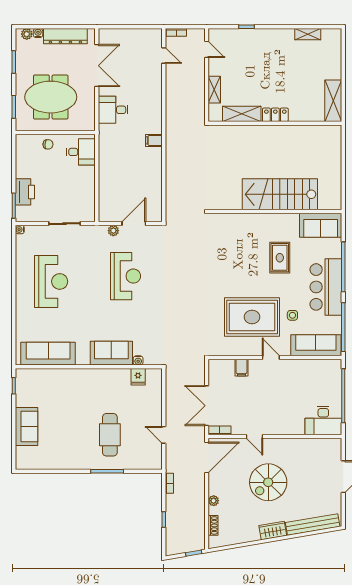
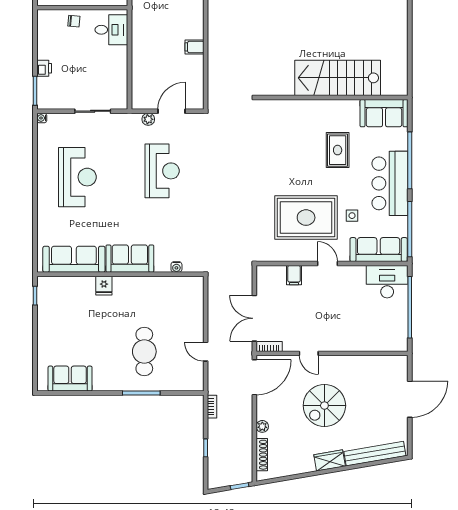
filing cabinet: (154, 140) -> (194, 47), moved
printer: (25, 192) -> (44, 68), width x0.53, depth x0.68
sofa: (111, 353) -> (130, 259), moved
fridge: (138, 377) -> (104, 286), moved
desk: (323, 421) -> (387, 282), moved, turned 180
sofa: (27, 426) -> (70, 379), moved, turned -90
shoe rack: (213, 525) -> (262, 455), width x1.43

